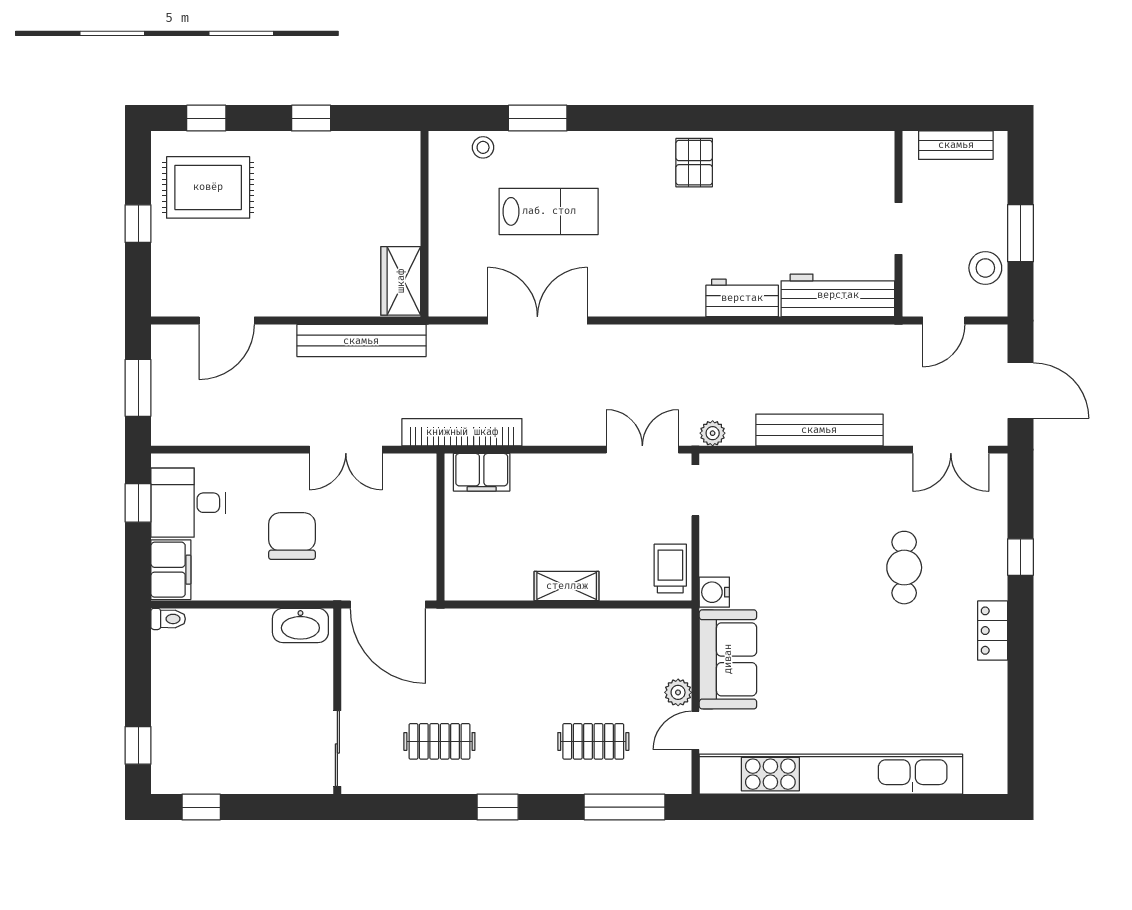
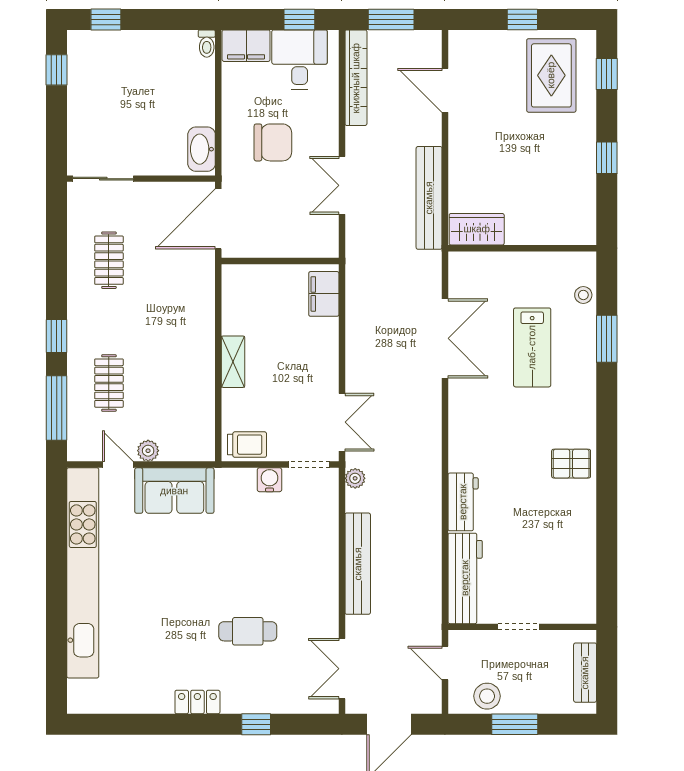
bookcase: (462, 432) -> (356, 78), moved
water cooler: (714, 592) -> (270, 480), moved
window: (498, 807) -> (57, 336), moved

